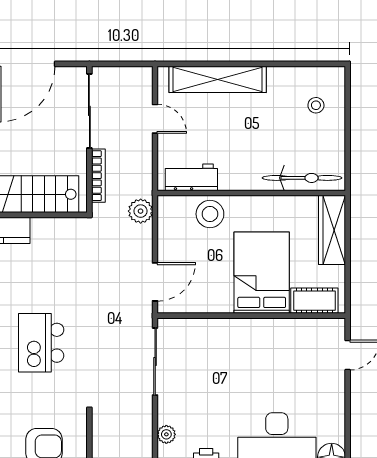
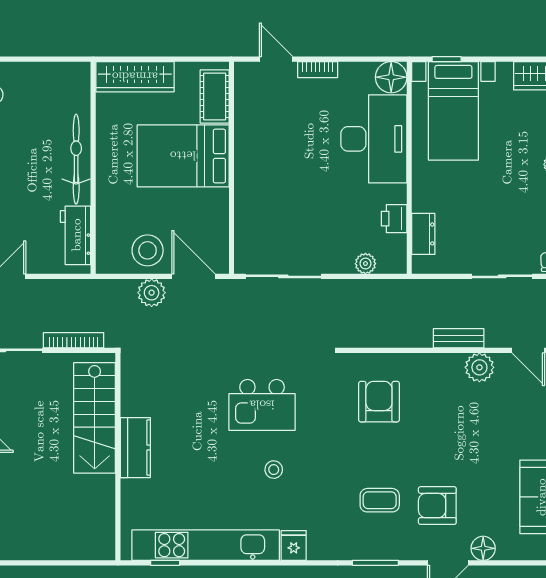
bicycle: (302, 178) -> (76, 159), moved
plant: (141, 211) -> (152, 293), moved
stool: (210, 214) -> (148, 250), moved
bookcase: (338, 392) -> (318, 70), added

